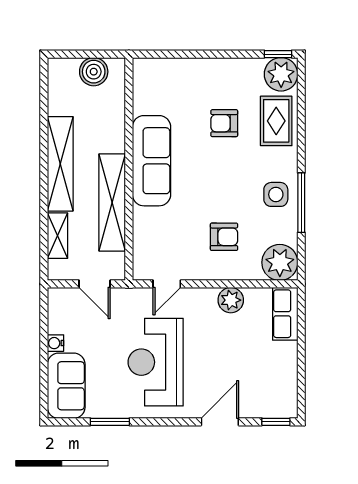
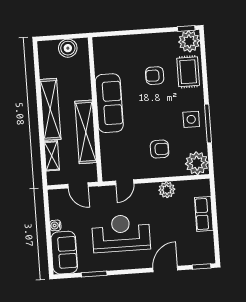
row of seats: (285, 314) -> (204, 214), moved
reception desk: (156, 362) -> (121, 233), turned 90

